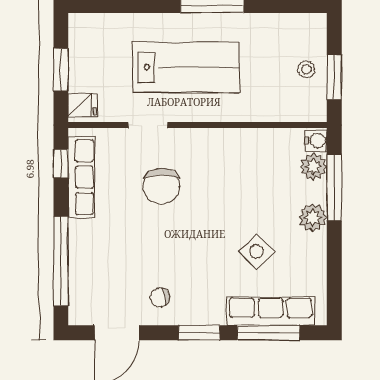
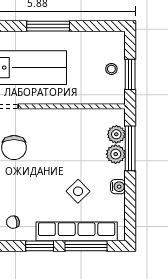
water cooler: (316, 141) -> (118, 187), moved
plant: (313, 218) -> (116, 154), moved
row of seats: (271, 311) -> (77, 231), width x1.36

